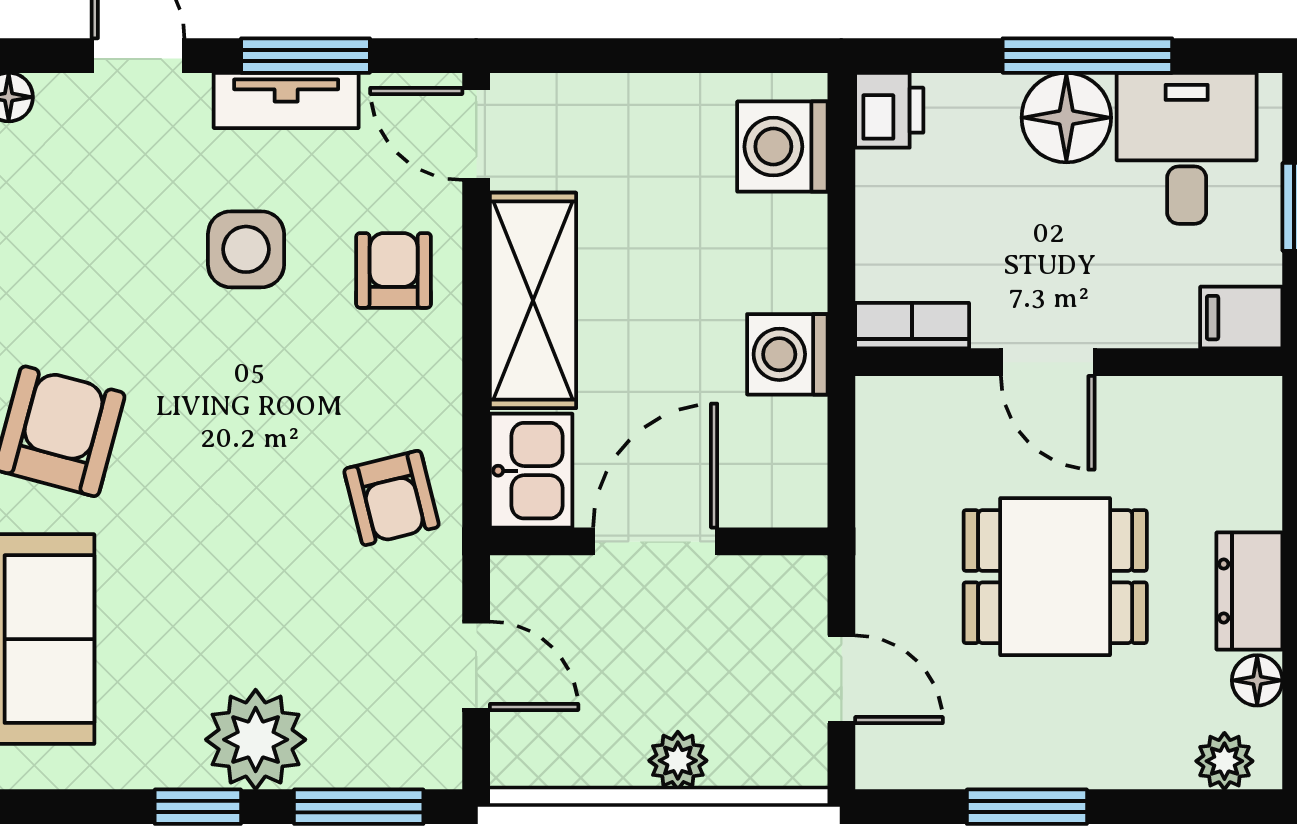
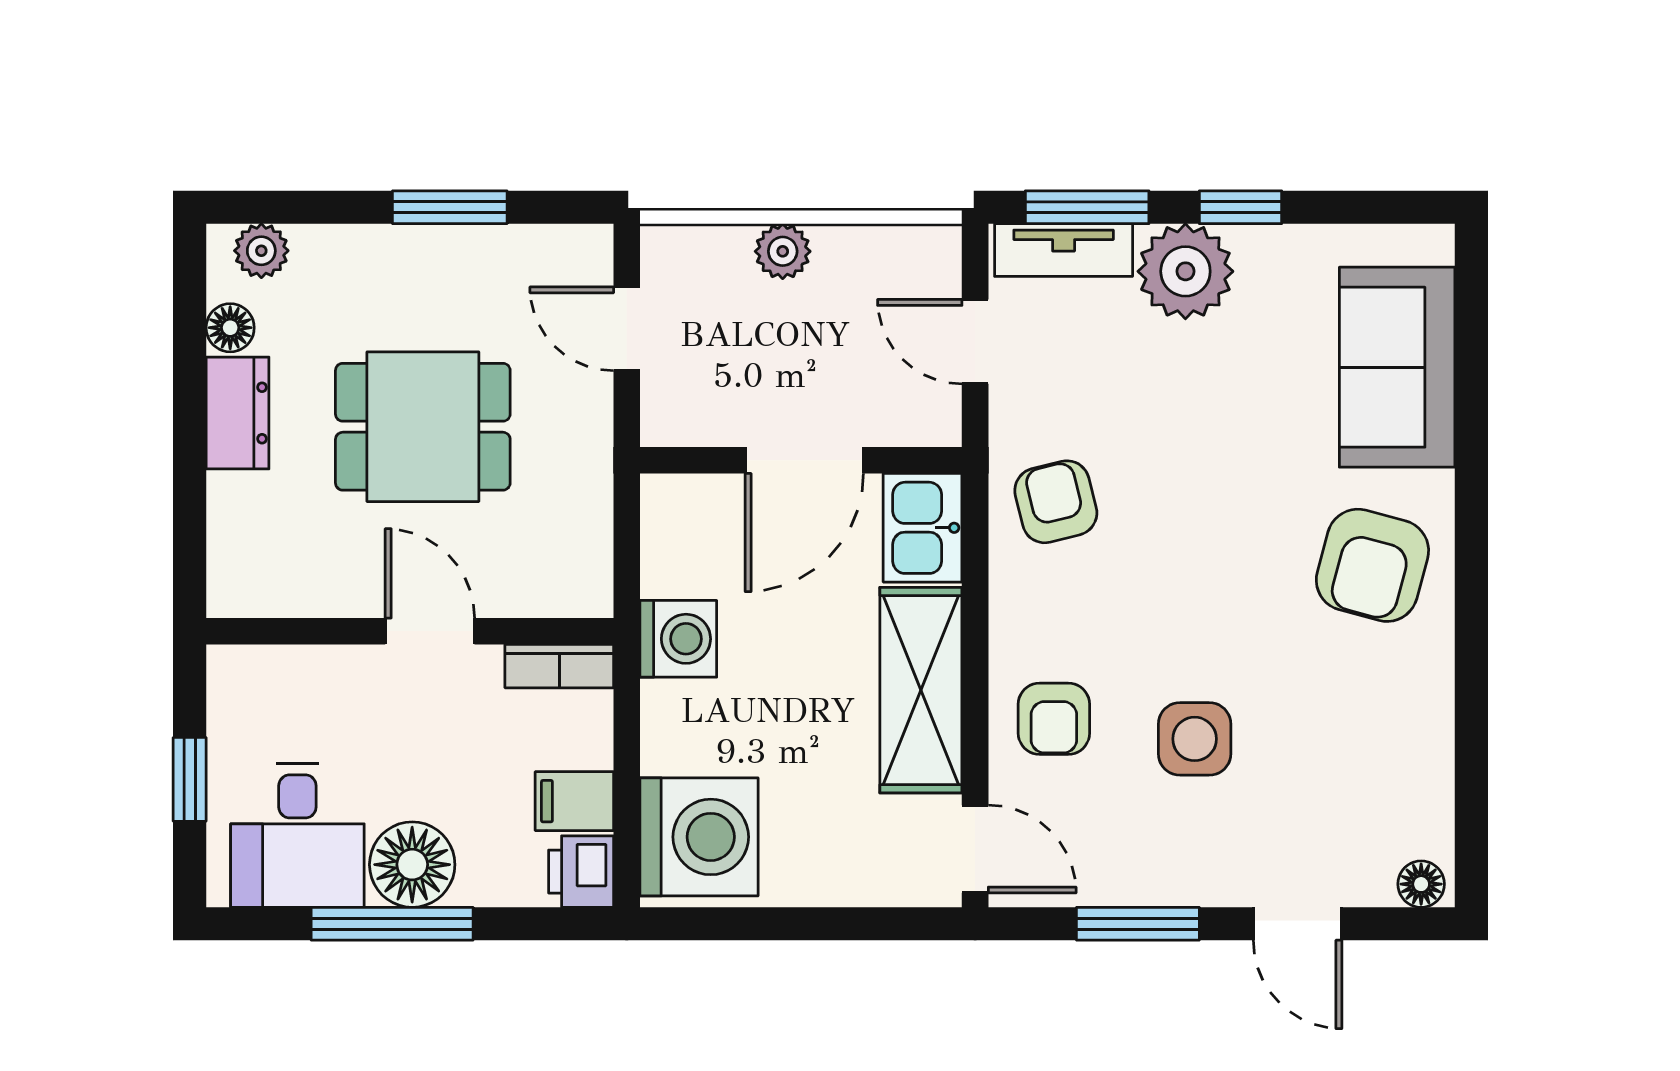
tv unit: (286, 100) -> (1064, 250), moved, turned 180
washing machine: (782, 147) -> (699, 837), width x1.37, depth x1.37
filing cabinet: (1241, 318) -> (574, 801), moved, turned 180

